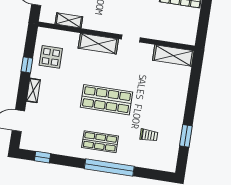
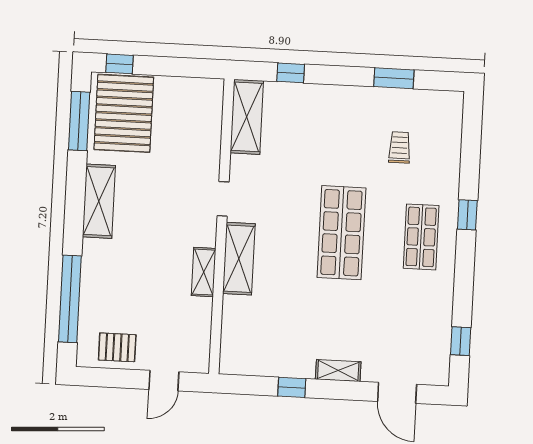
shelving: (69, 20) -> (204, 272), moved
display table: (51, 57) -> (273, 344), removed
window: (194, 81) -> (291, 73), added
window: (109, 168) -> (467, 215), width x0.32

